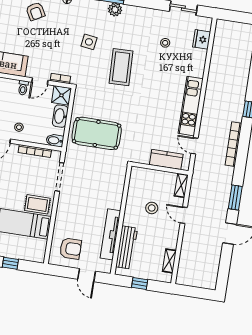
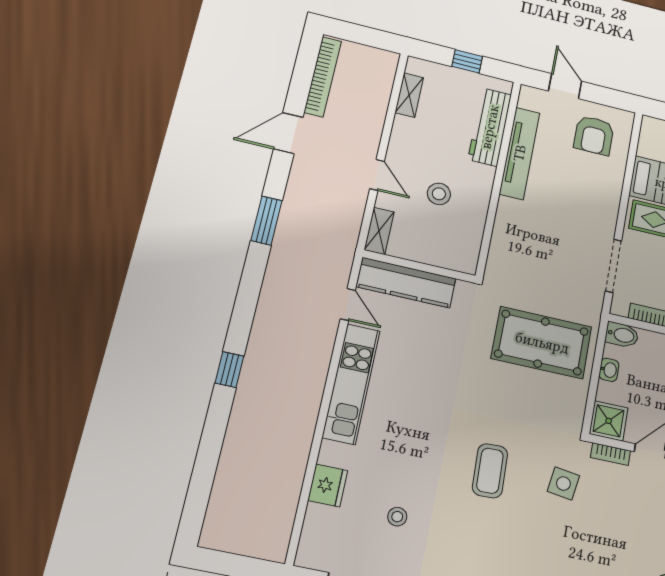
fridge: (202, 39) -> (328, 486), moved
side table: (89, 42) -> (563, 484), moved
coffee table: (121, 67) -> (490, 471), width x0.73, depth x0.76
washbasin: (60, 116) -> (609, 370), width x0.52, depth x0.69
bookcase: (233, 144) -> (323, 77), moved
kitchen counter: (166, 159) -> (406, 283), width x1.50
window: (235, 197) -> (266, 221), moved
armchair: (71, 249) -> (594, 135), turned -90

